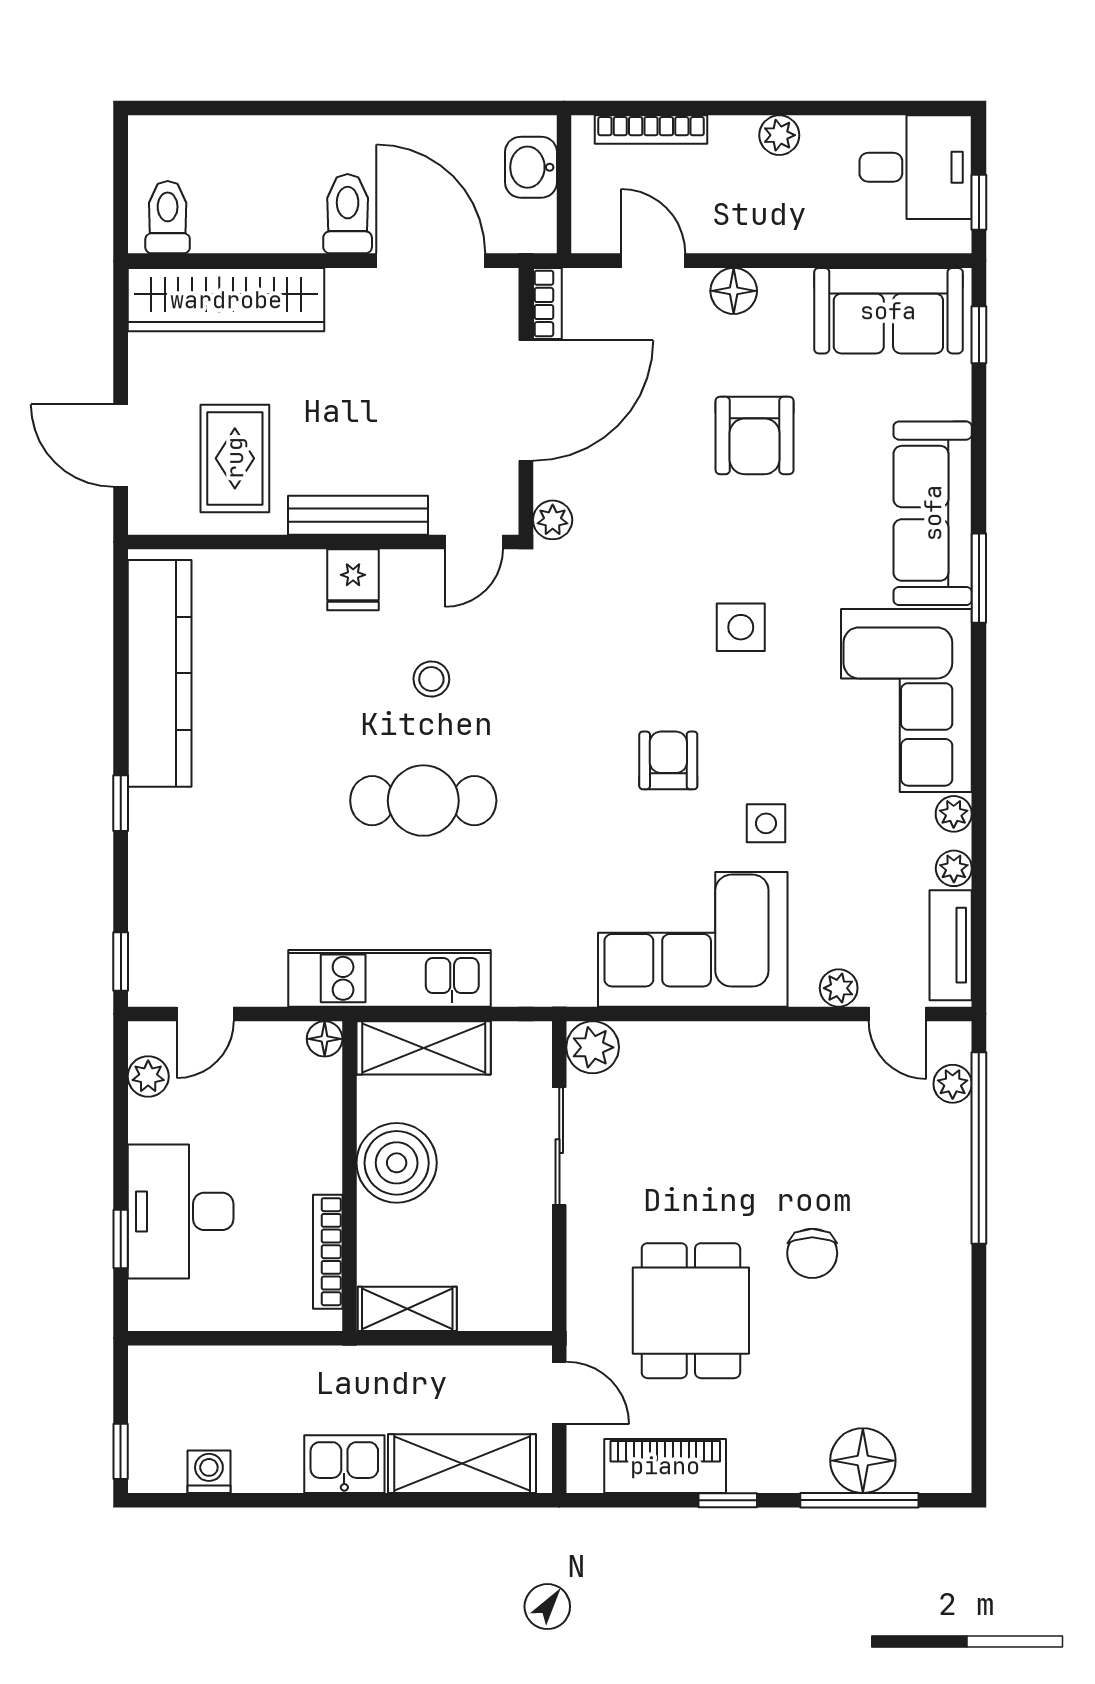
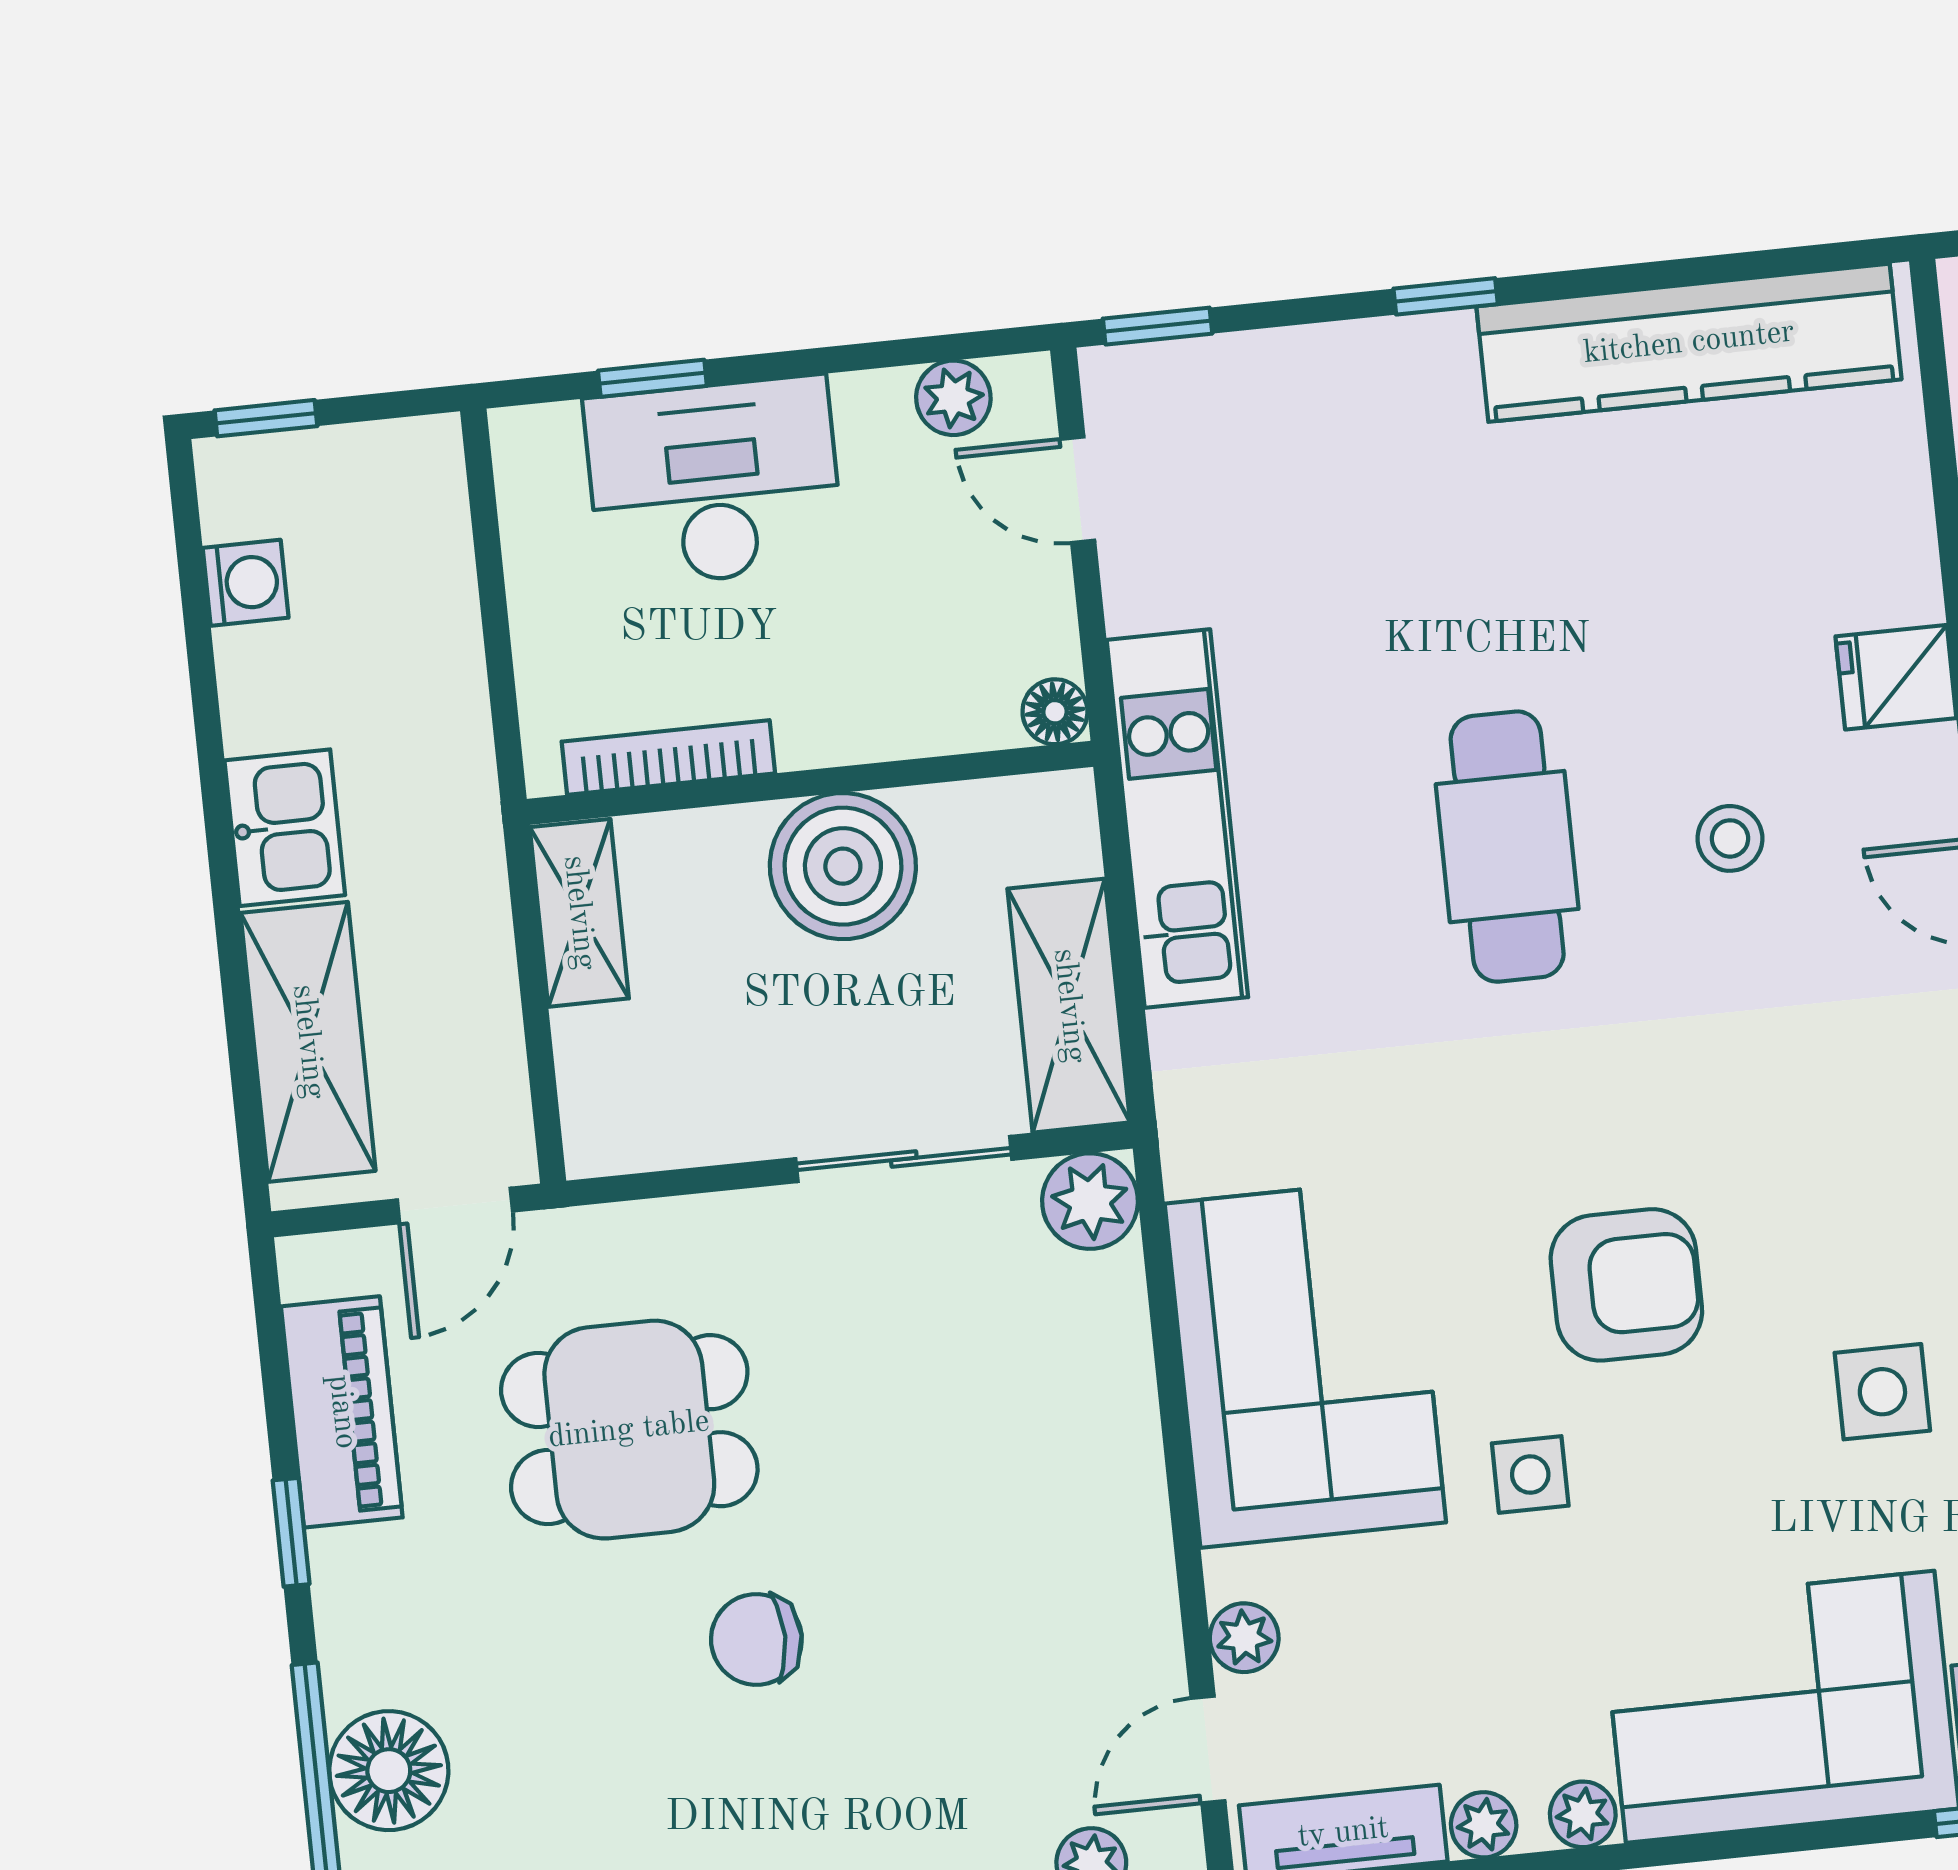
armchair: (668, 760) -> (1626, 1285), width x1.38, depth x1.38
shelving: (424, 1048) -> (1069, 1006), moved

